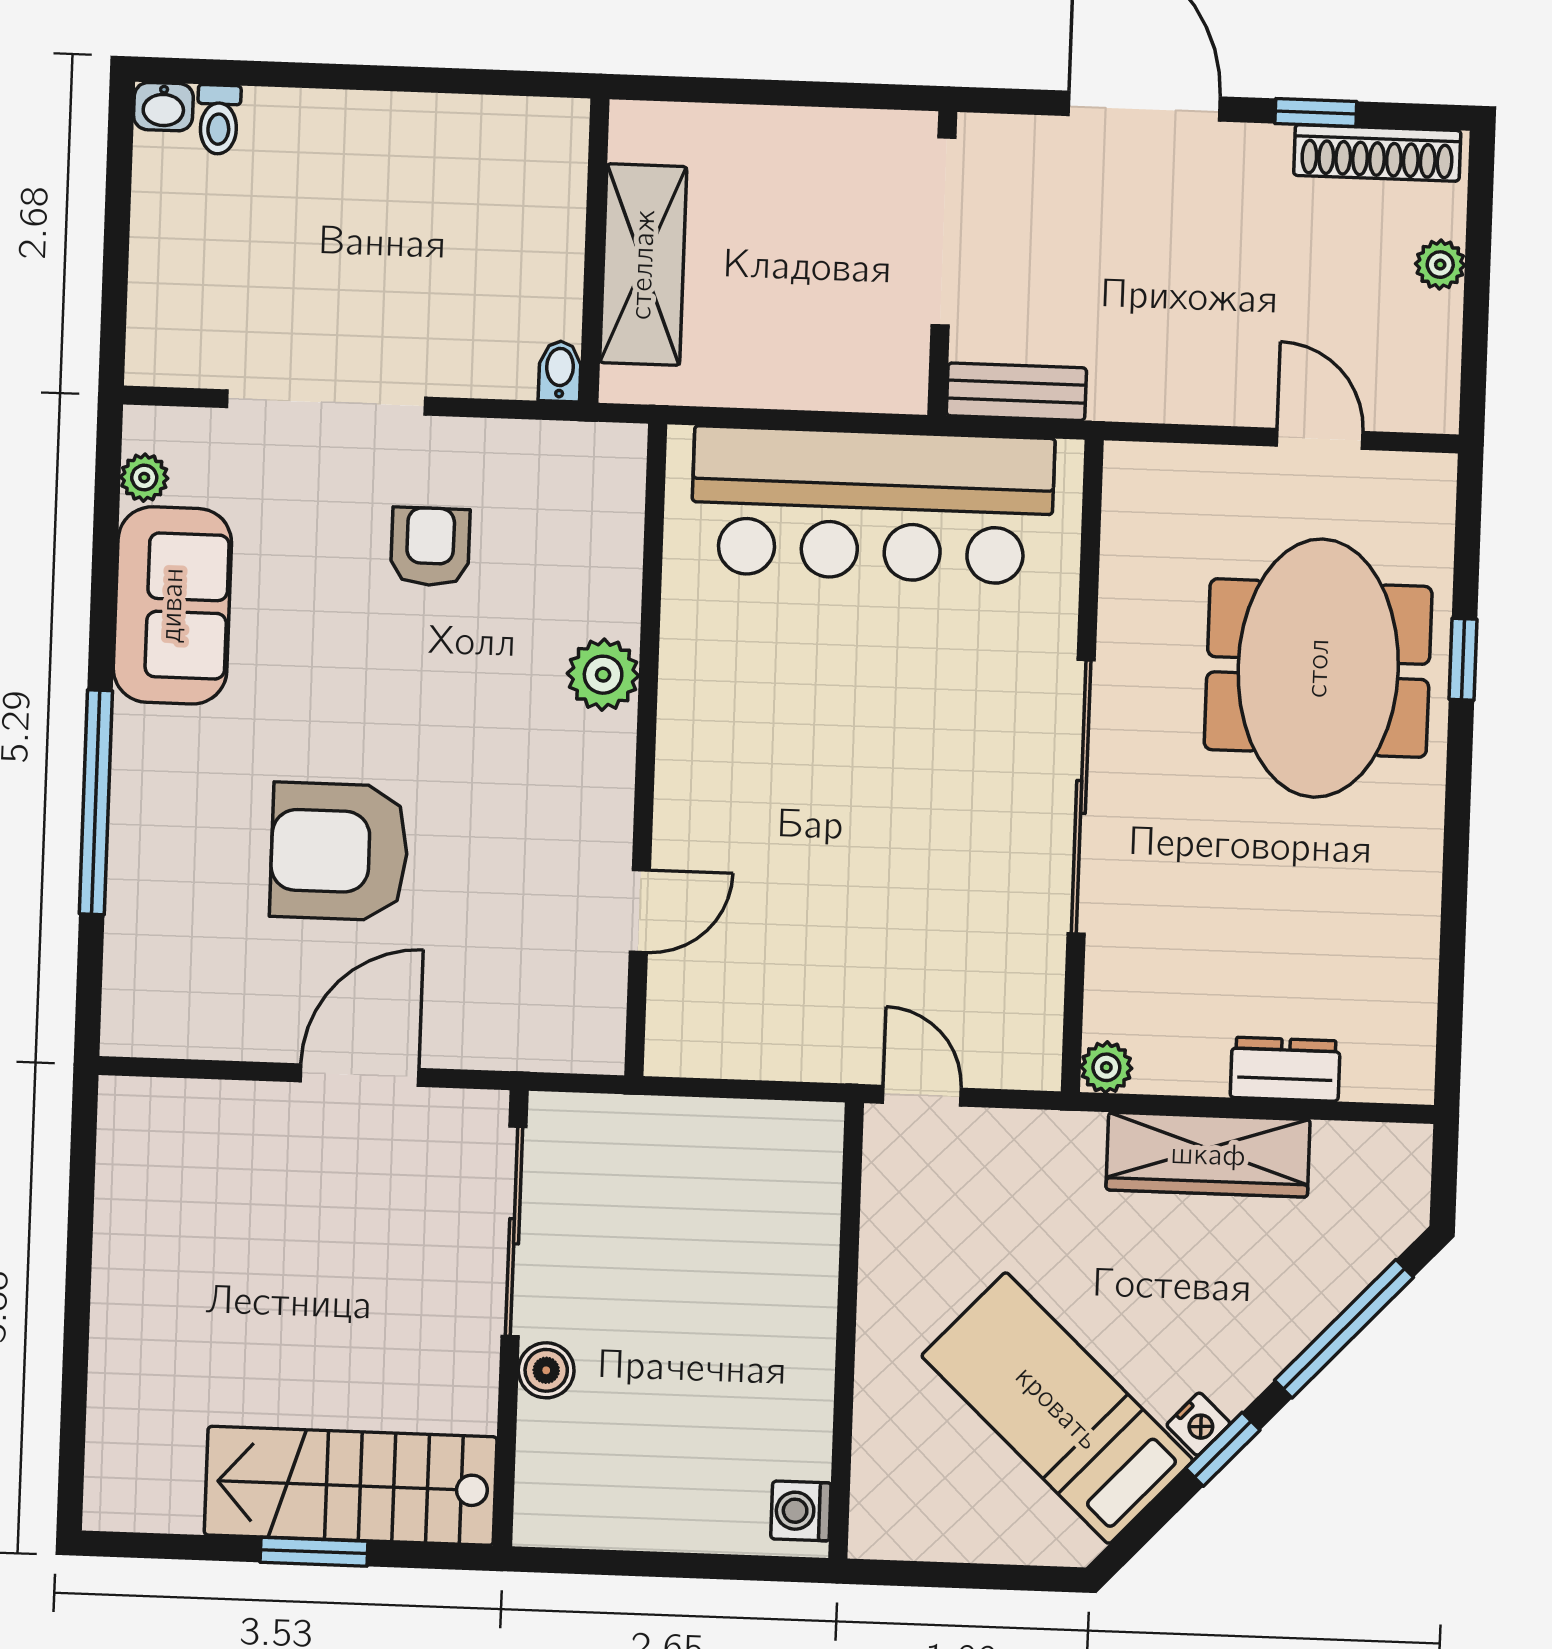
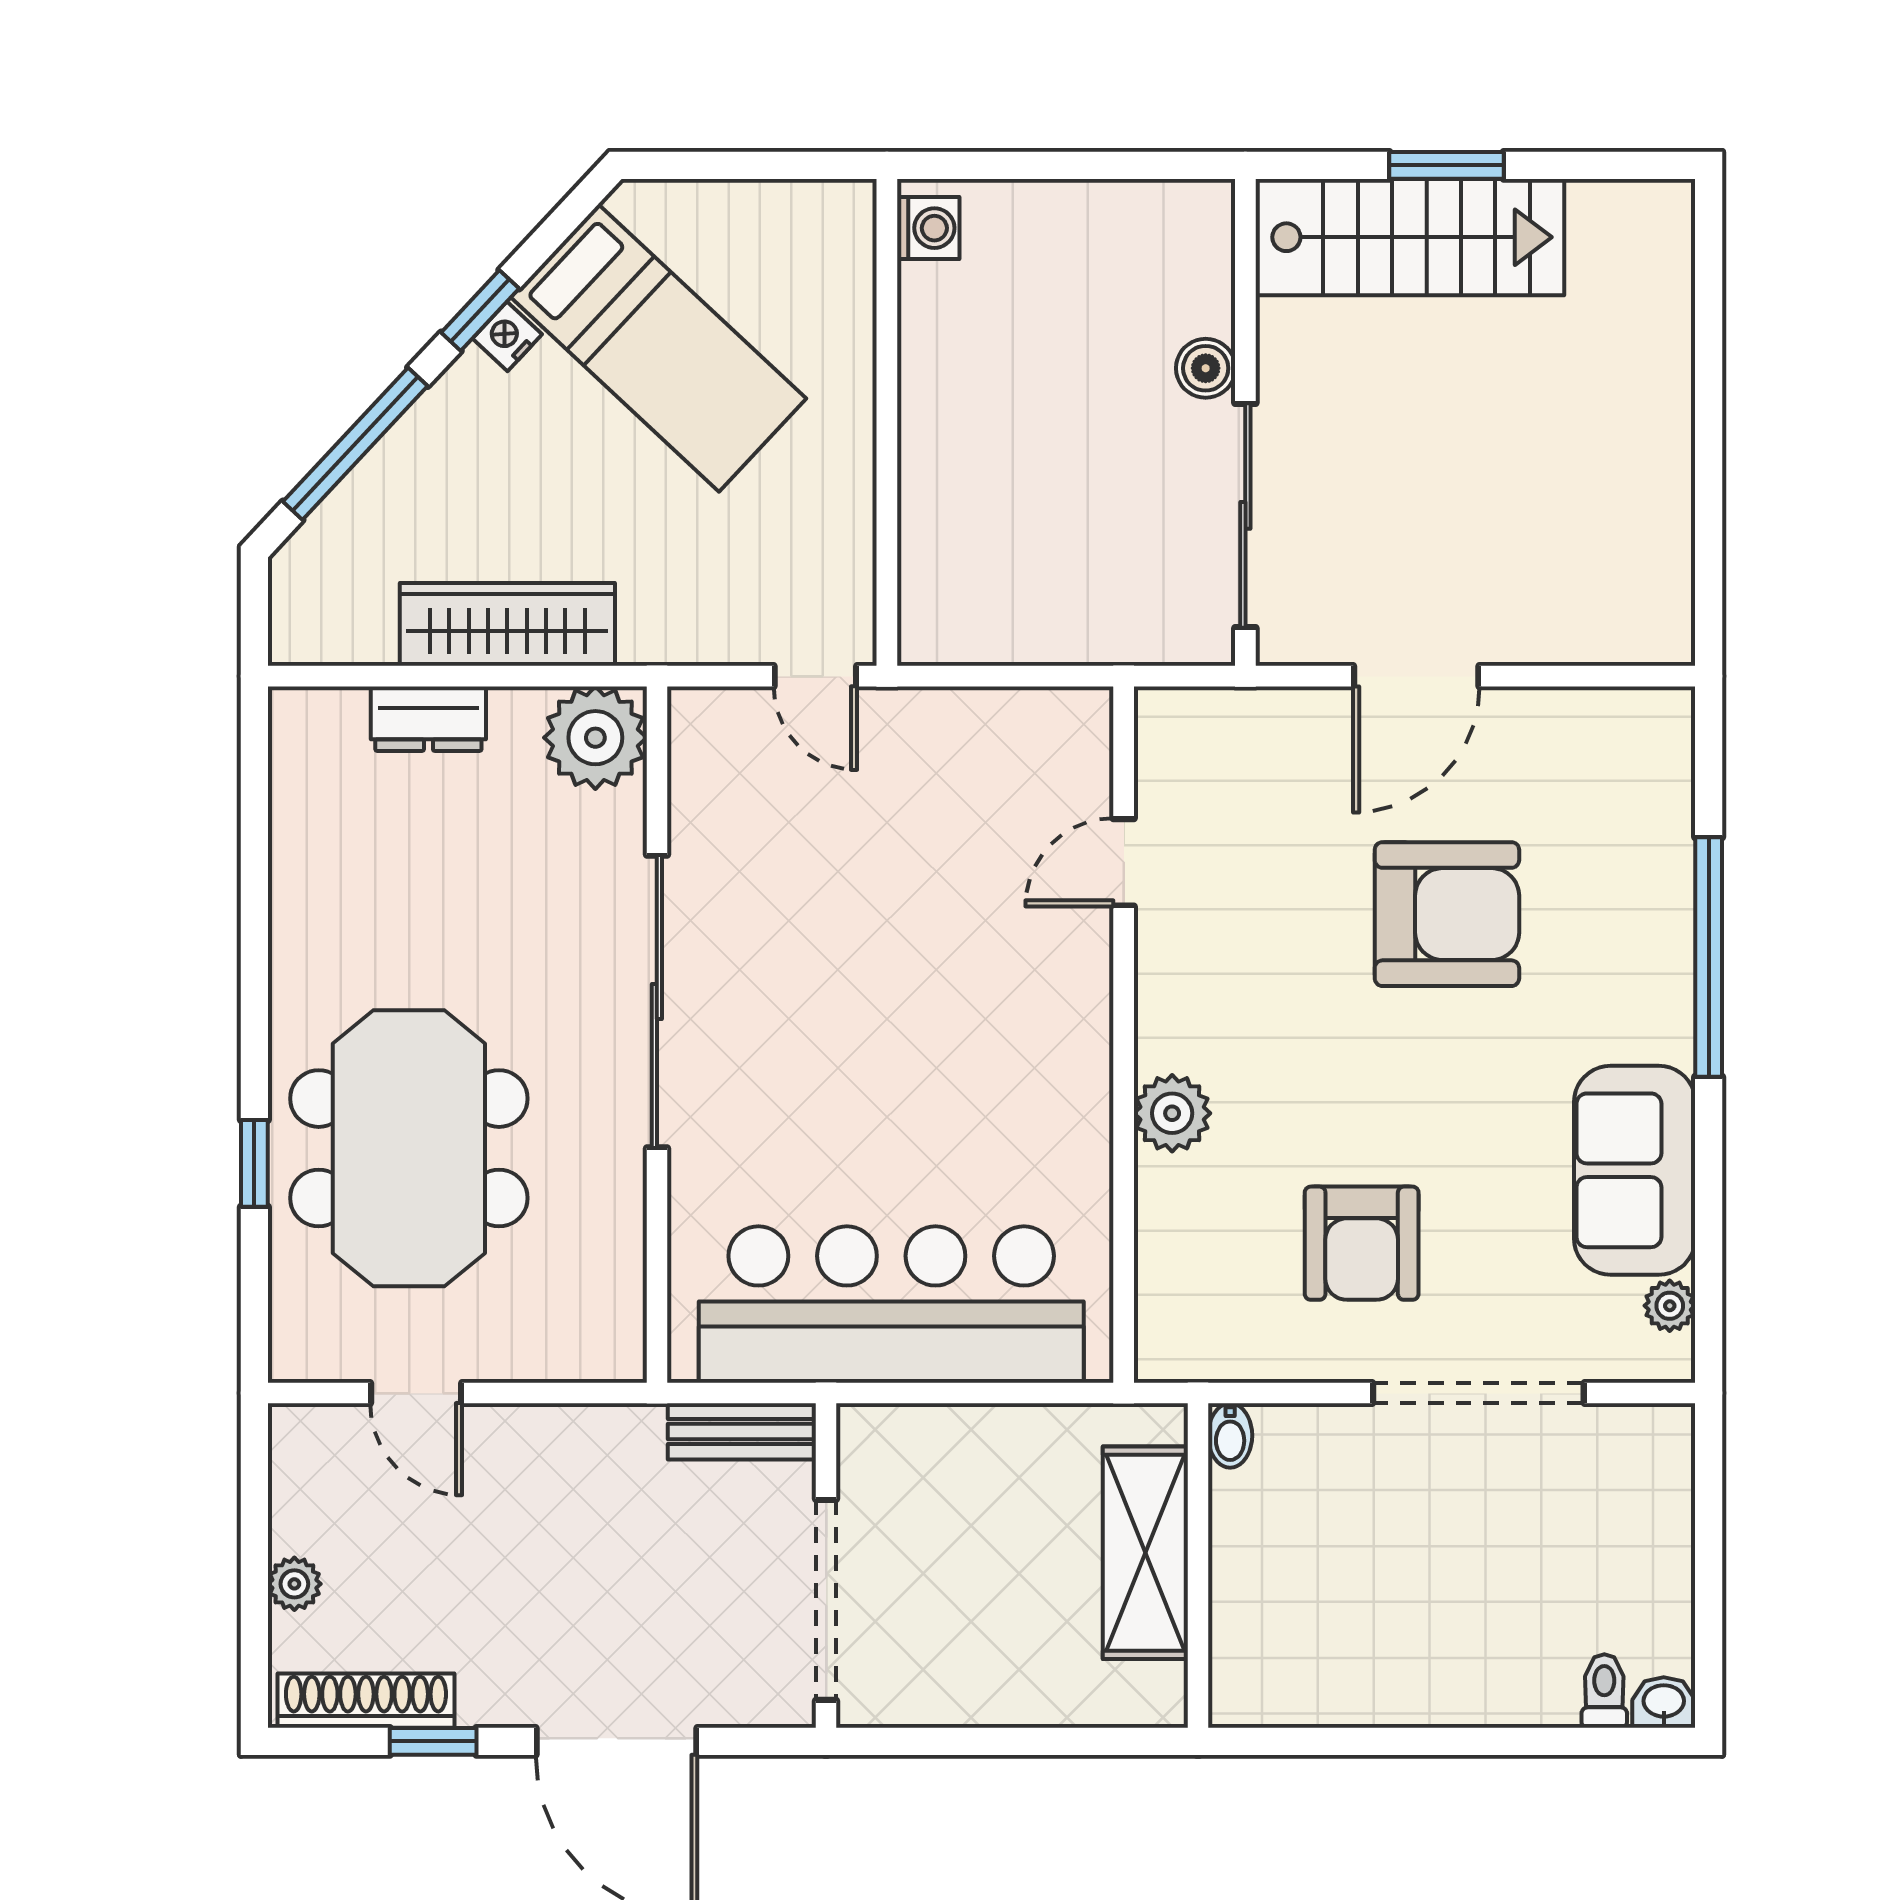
armchair: (430, 547) -> (1362, 1243), width x1.38, depth x1.38
plant: (1106, 1067) -> (595, 738), width x1.88, depth x1.88

